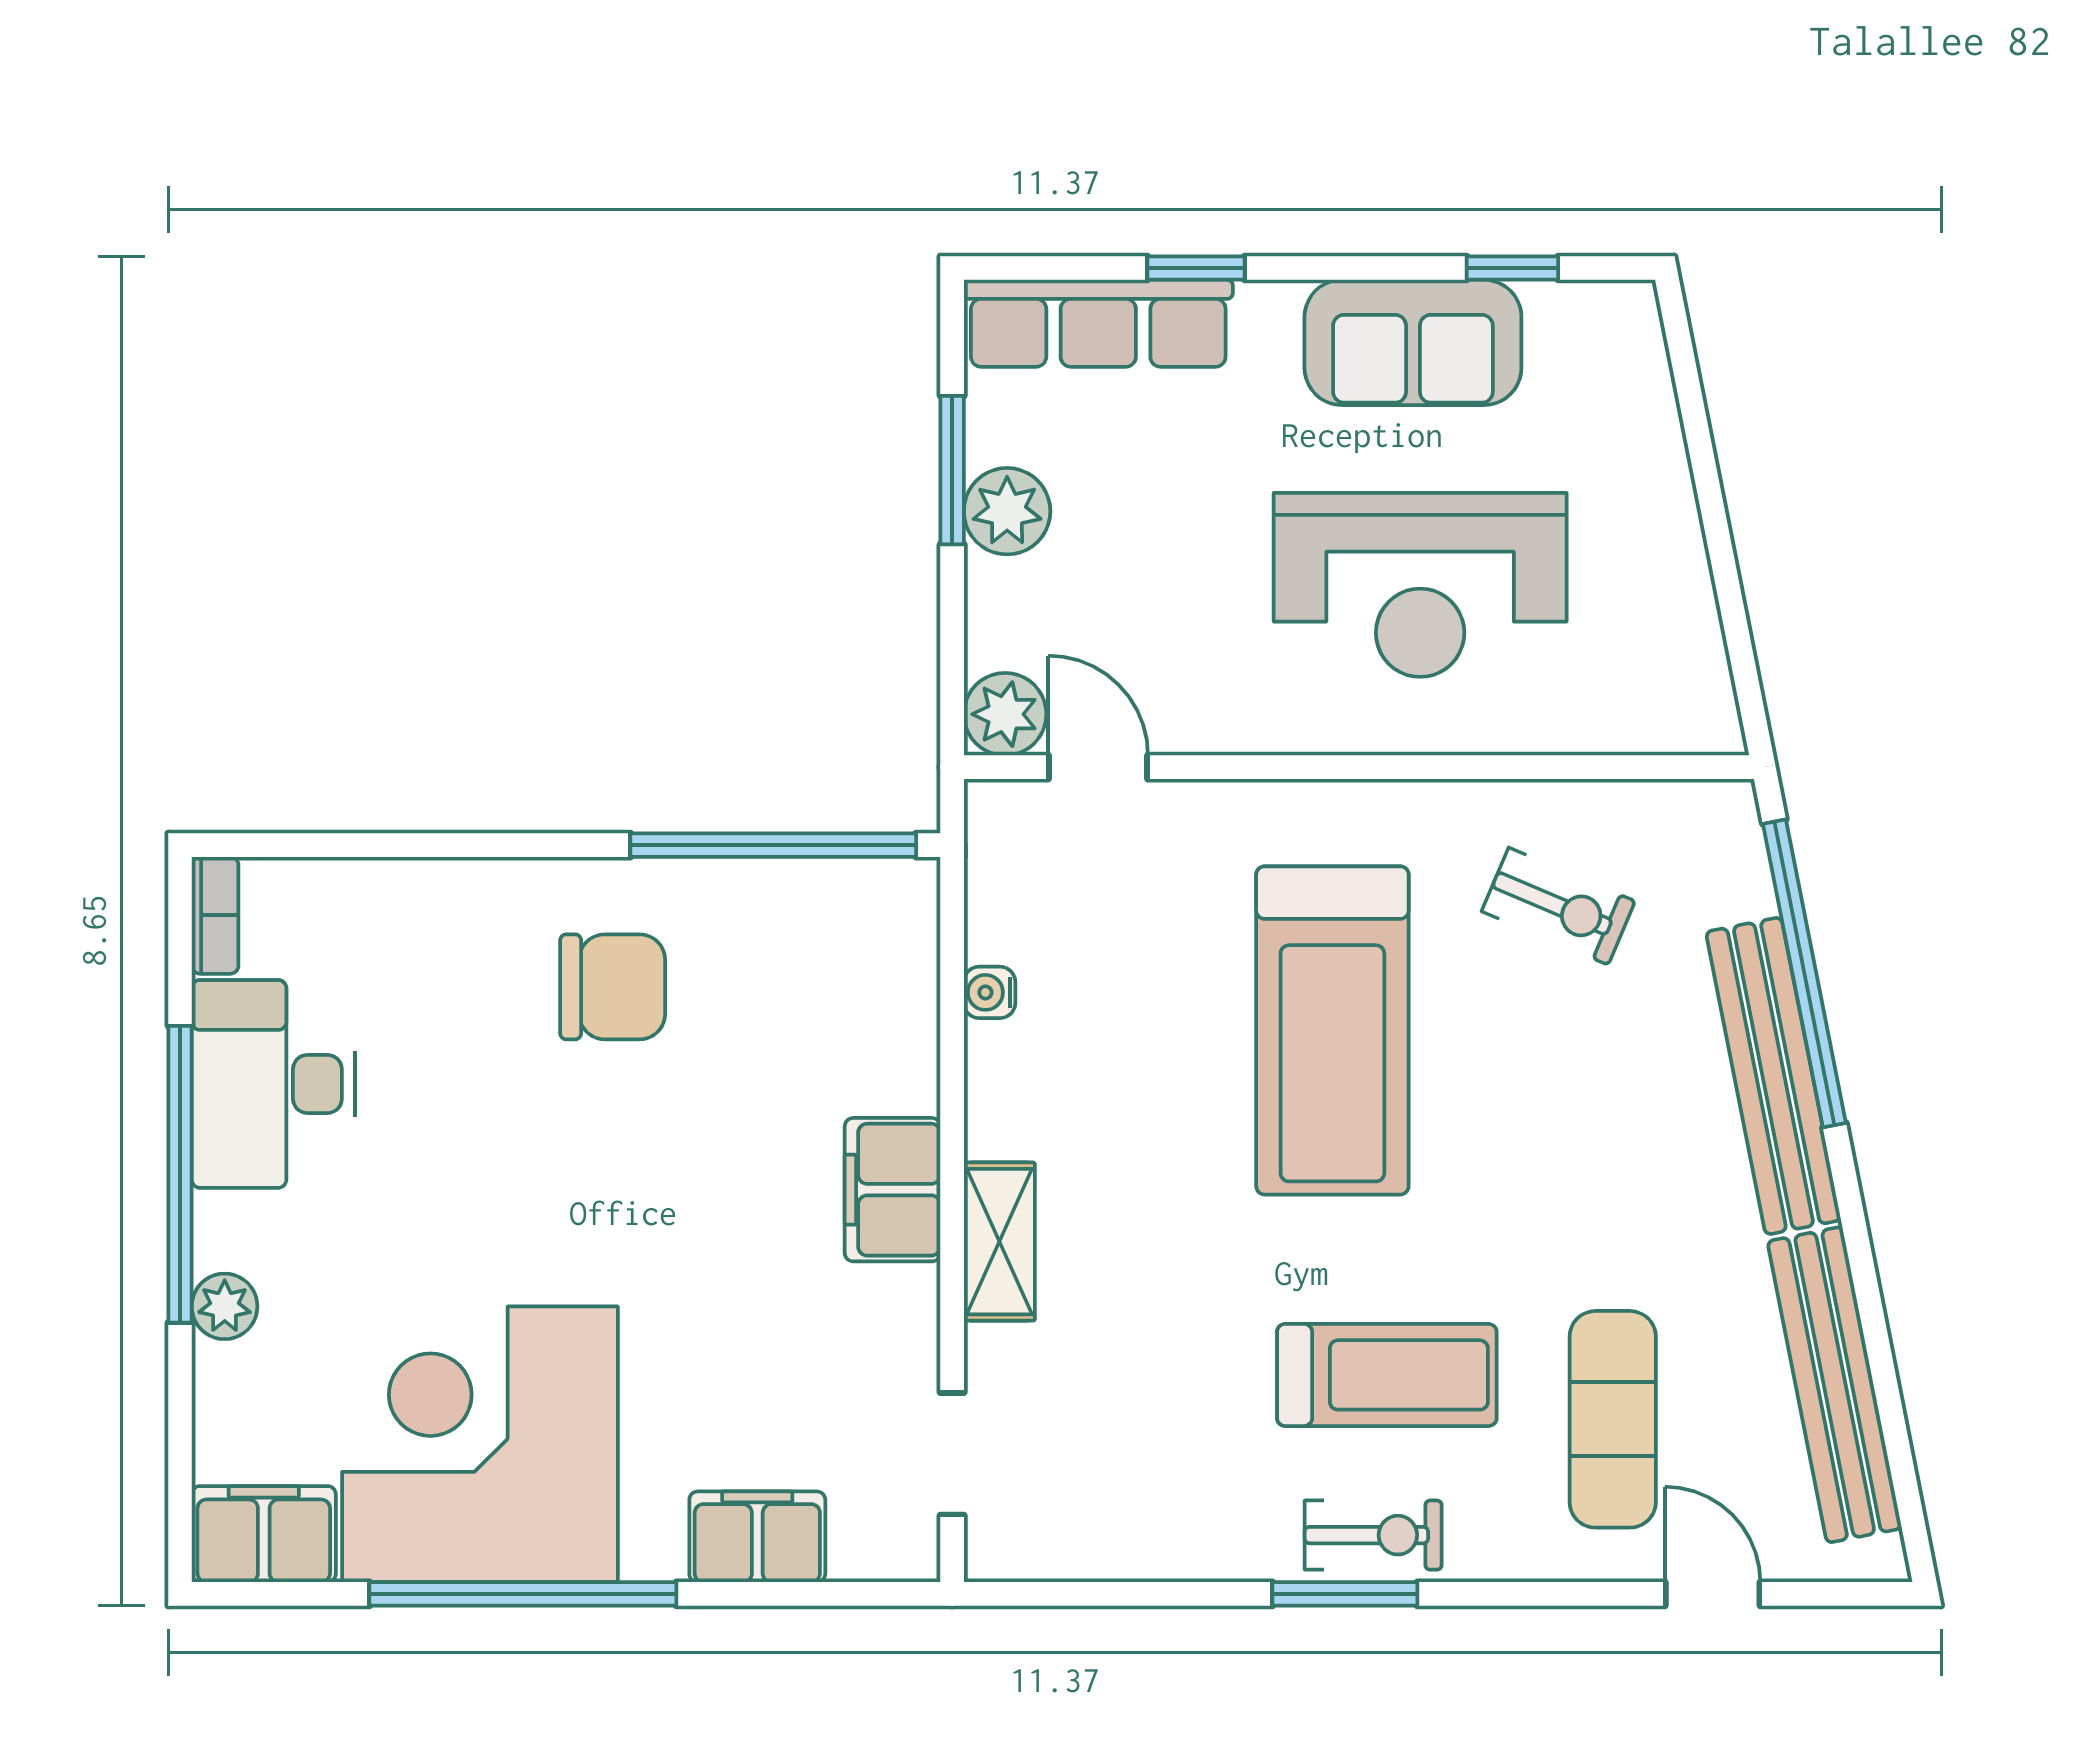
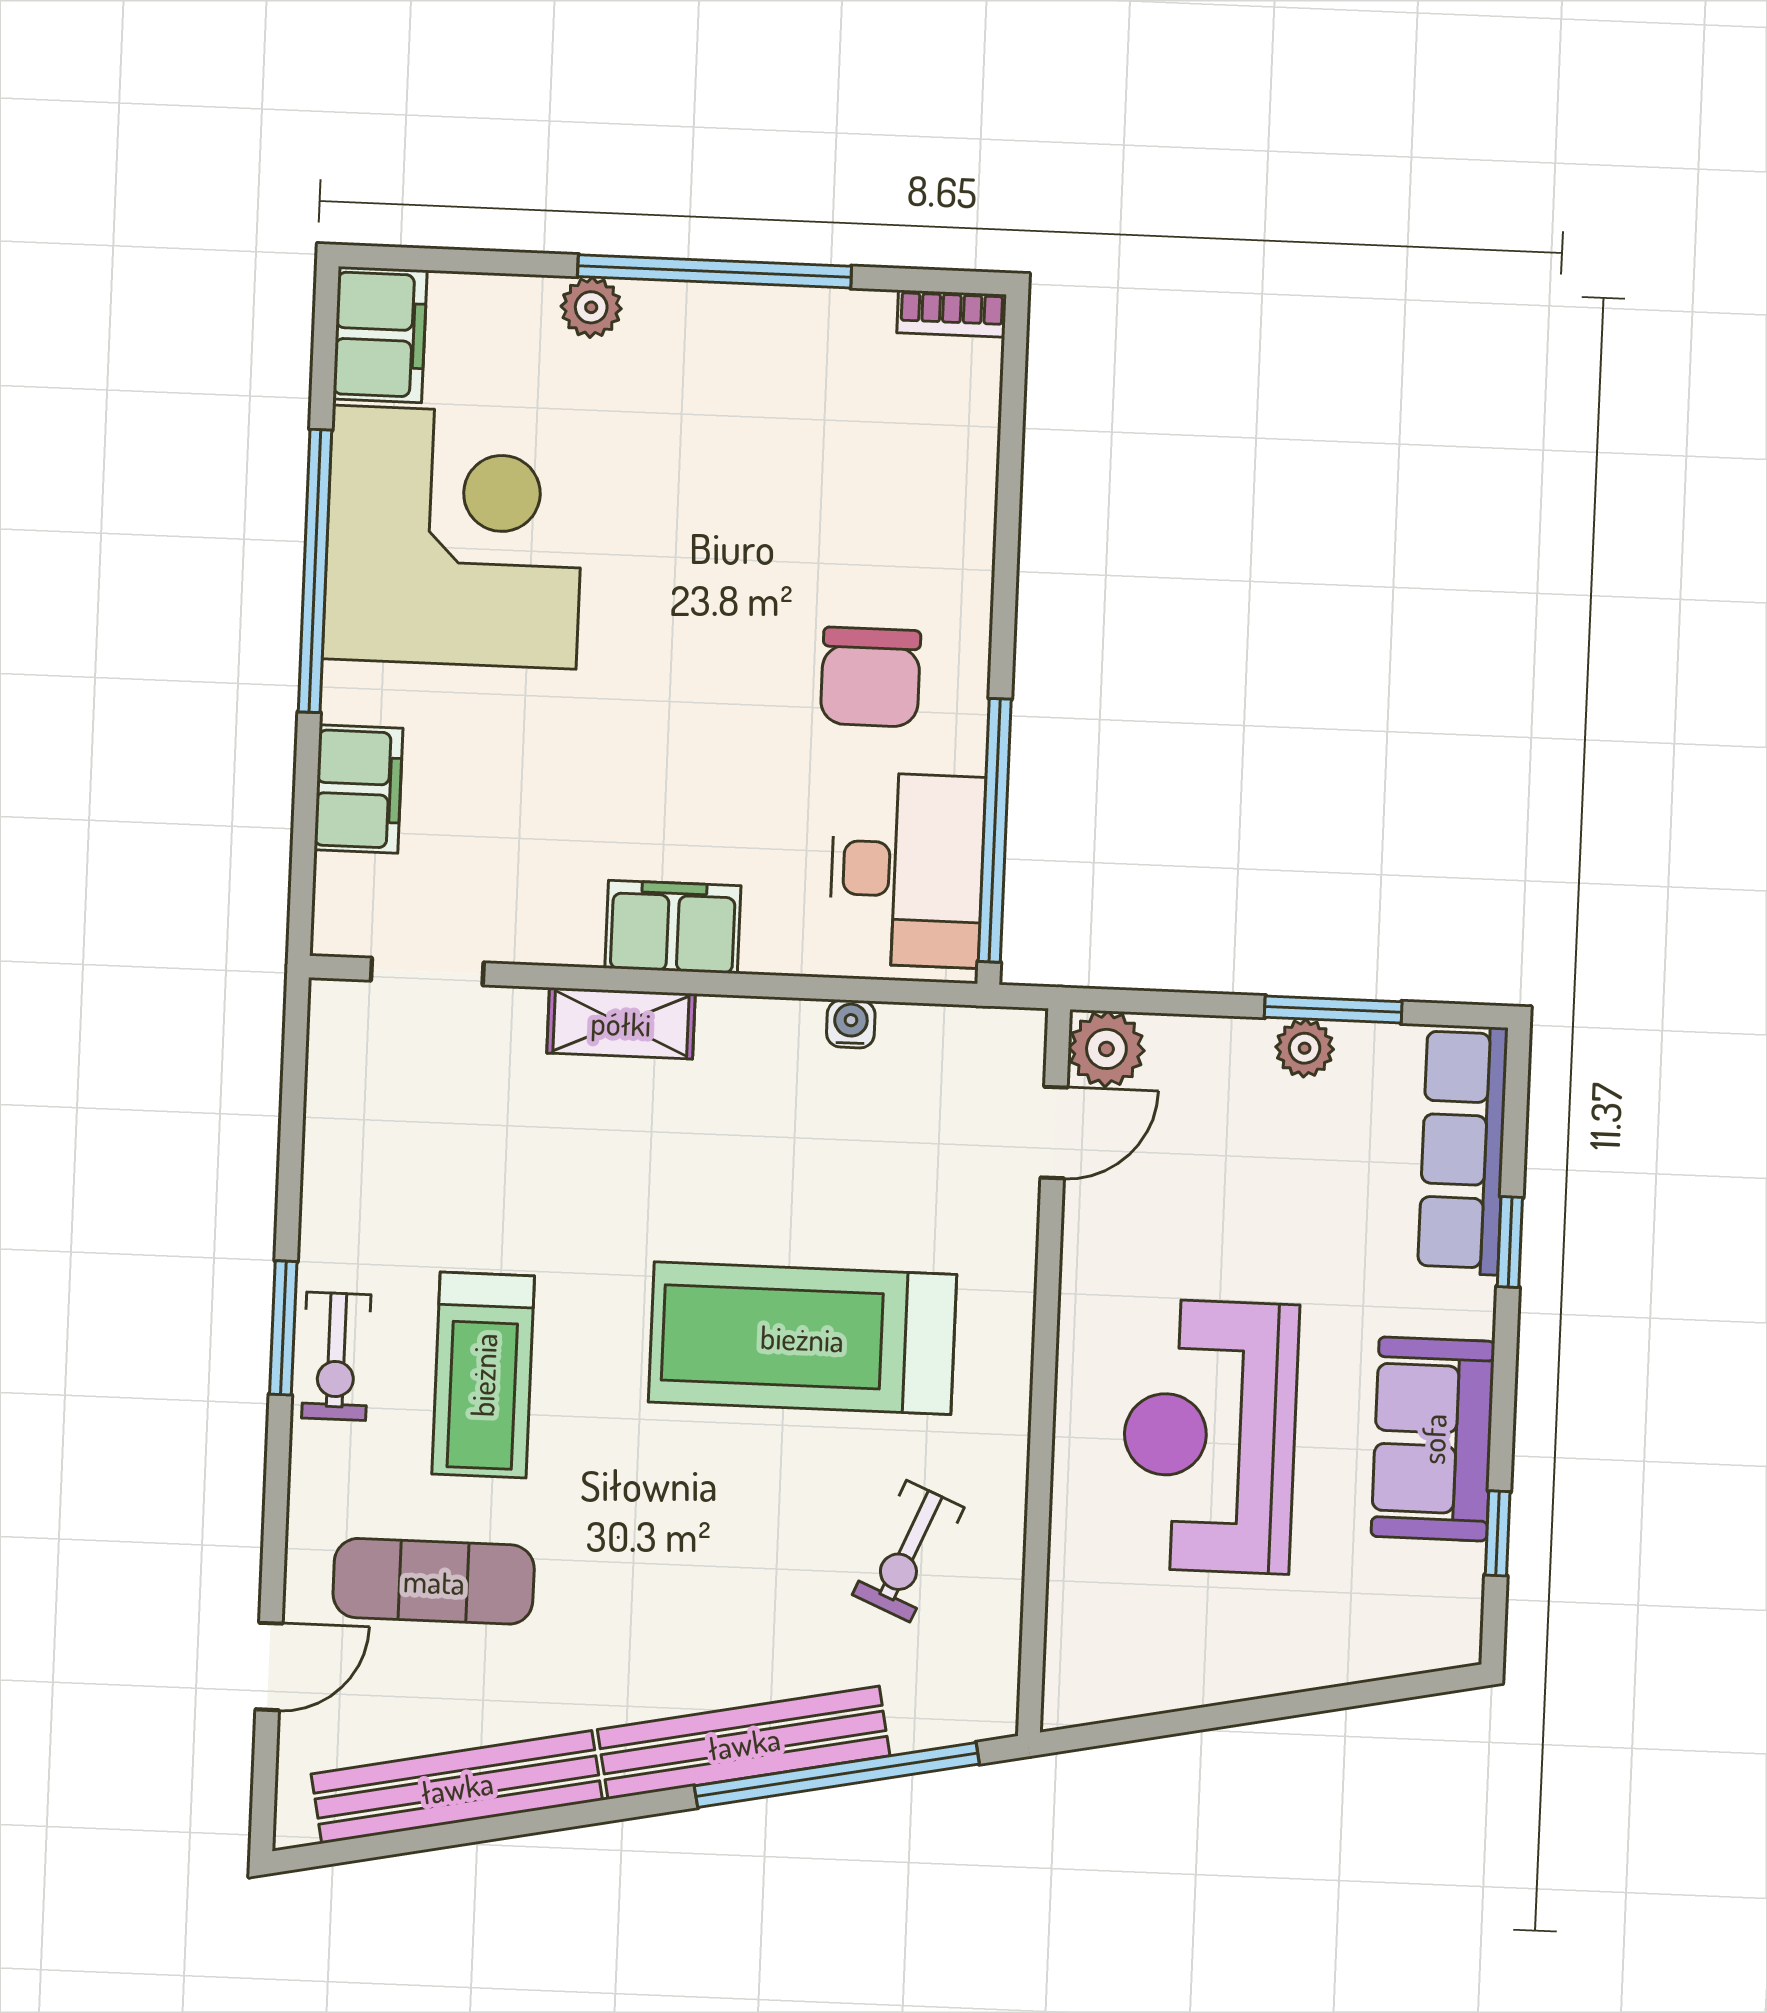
plant: (1007, 511) -> (1305, 1048), width x0.73, depth x0.73
desk: (273, 1084) -> (907, 870), moved, turned 90

